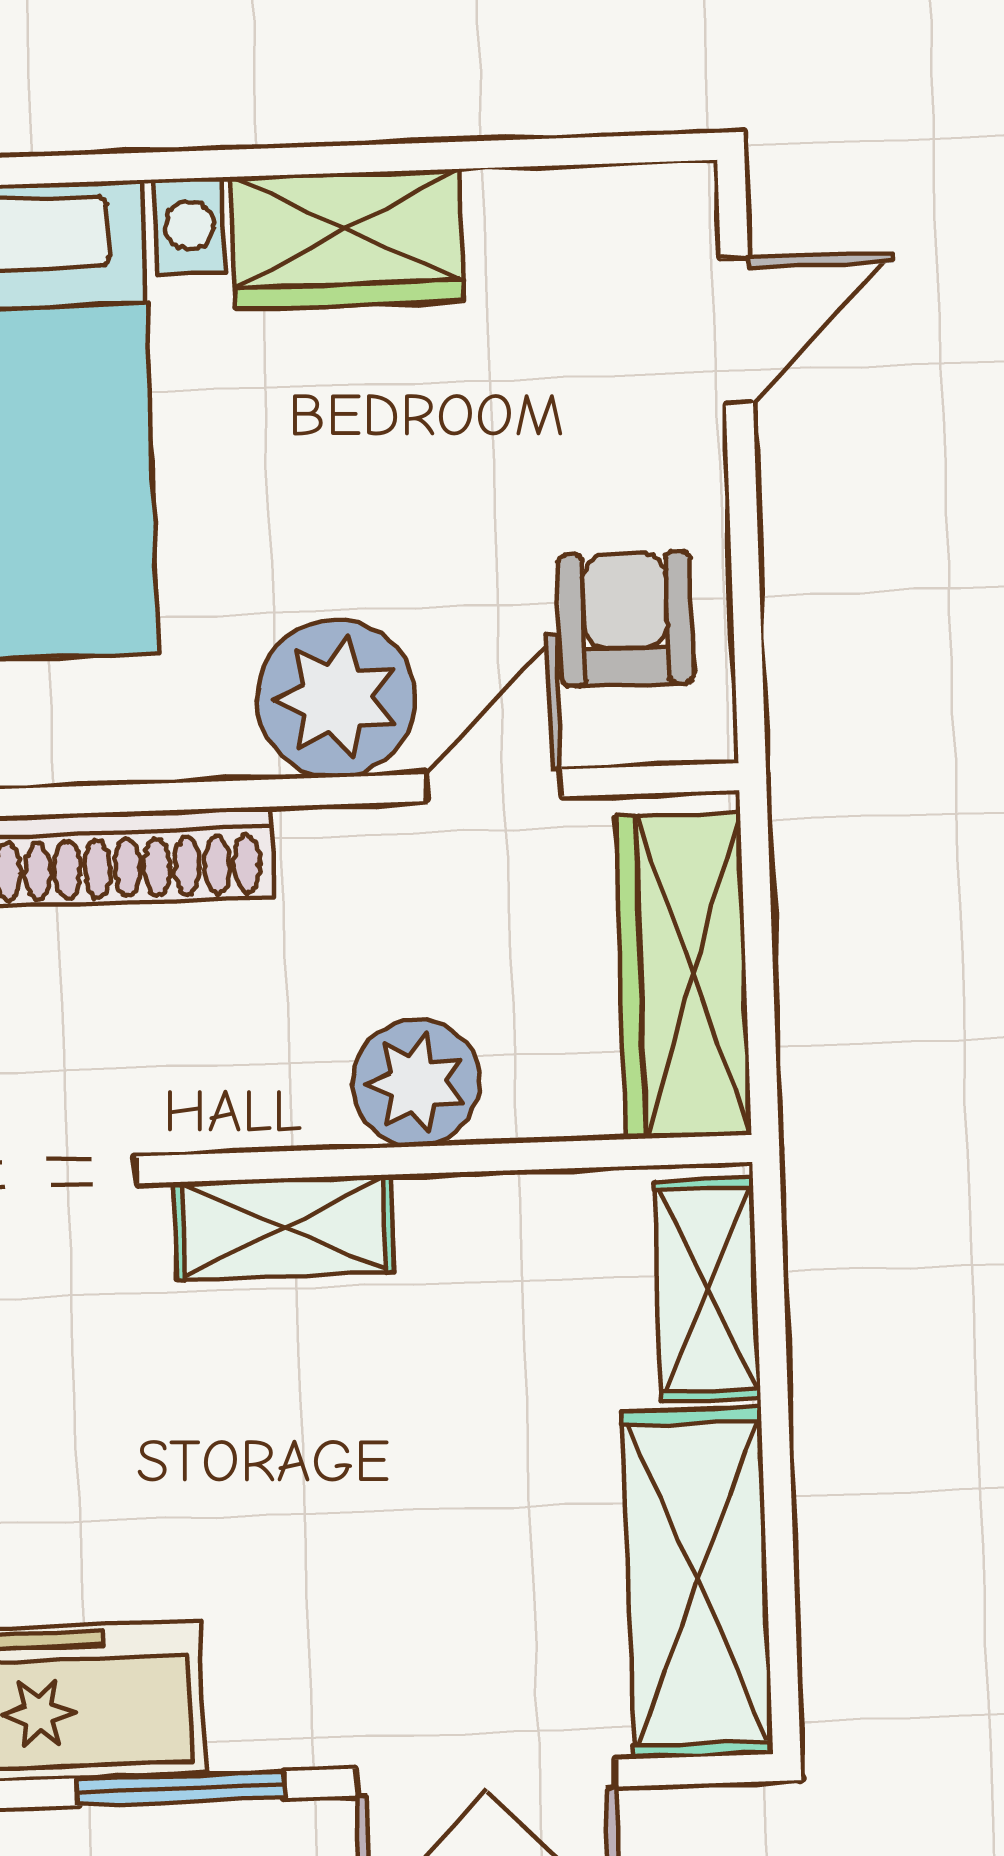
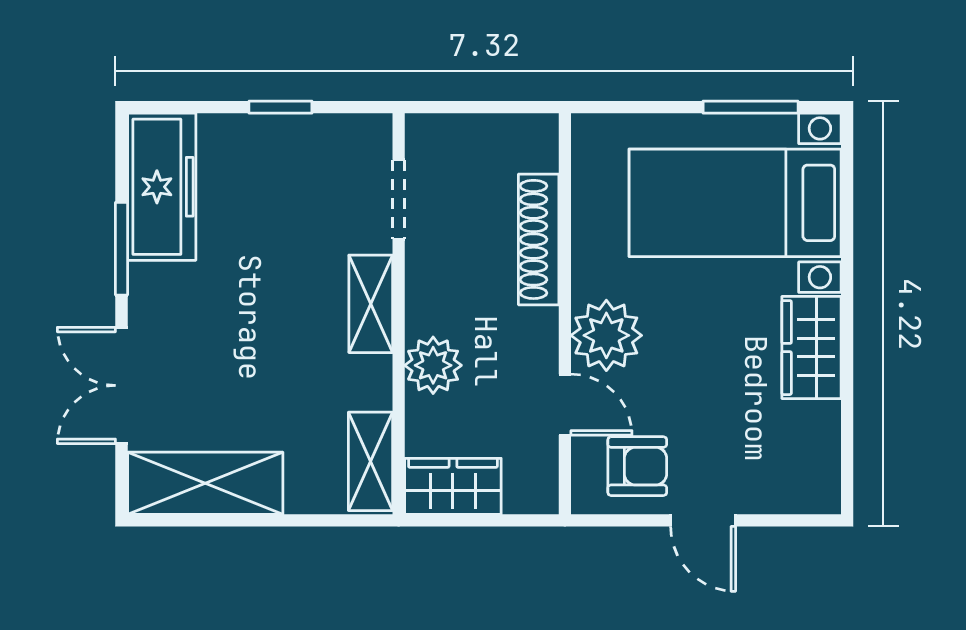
door: (737, 331) -> (703, 520), moved
wardrobe: (683, 975) -> (453, 486), width x0.67
shelving: (707, 1290) -> (370, 461), moved, turned 90

